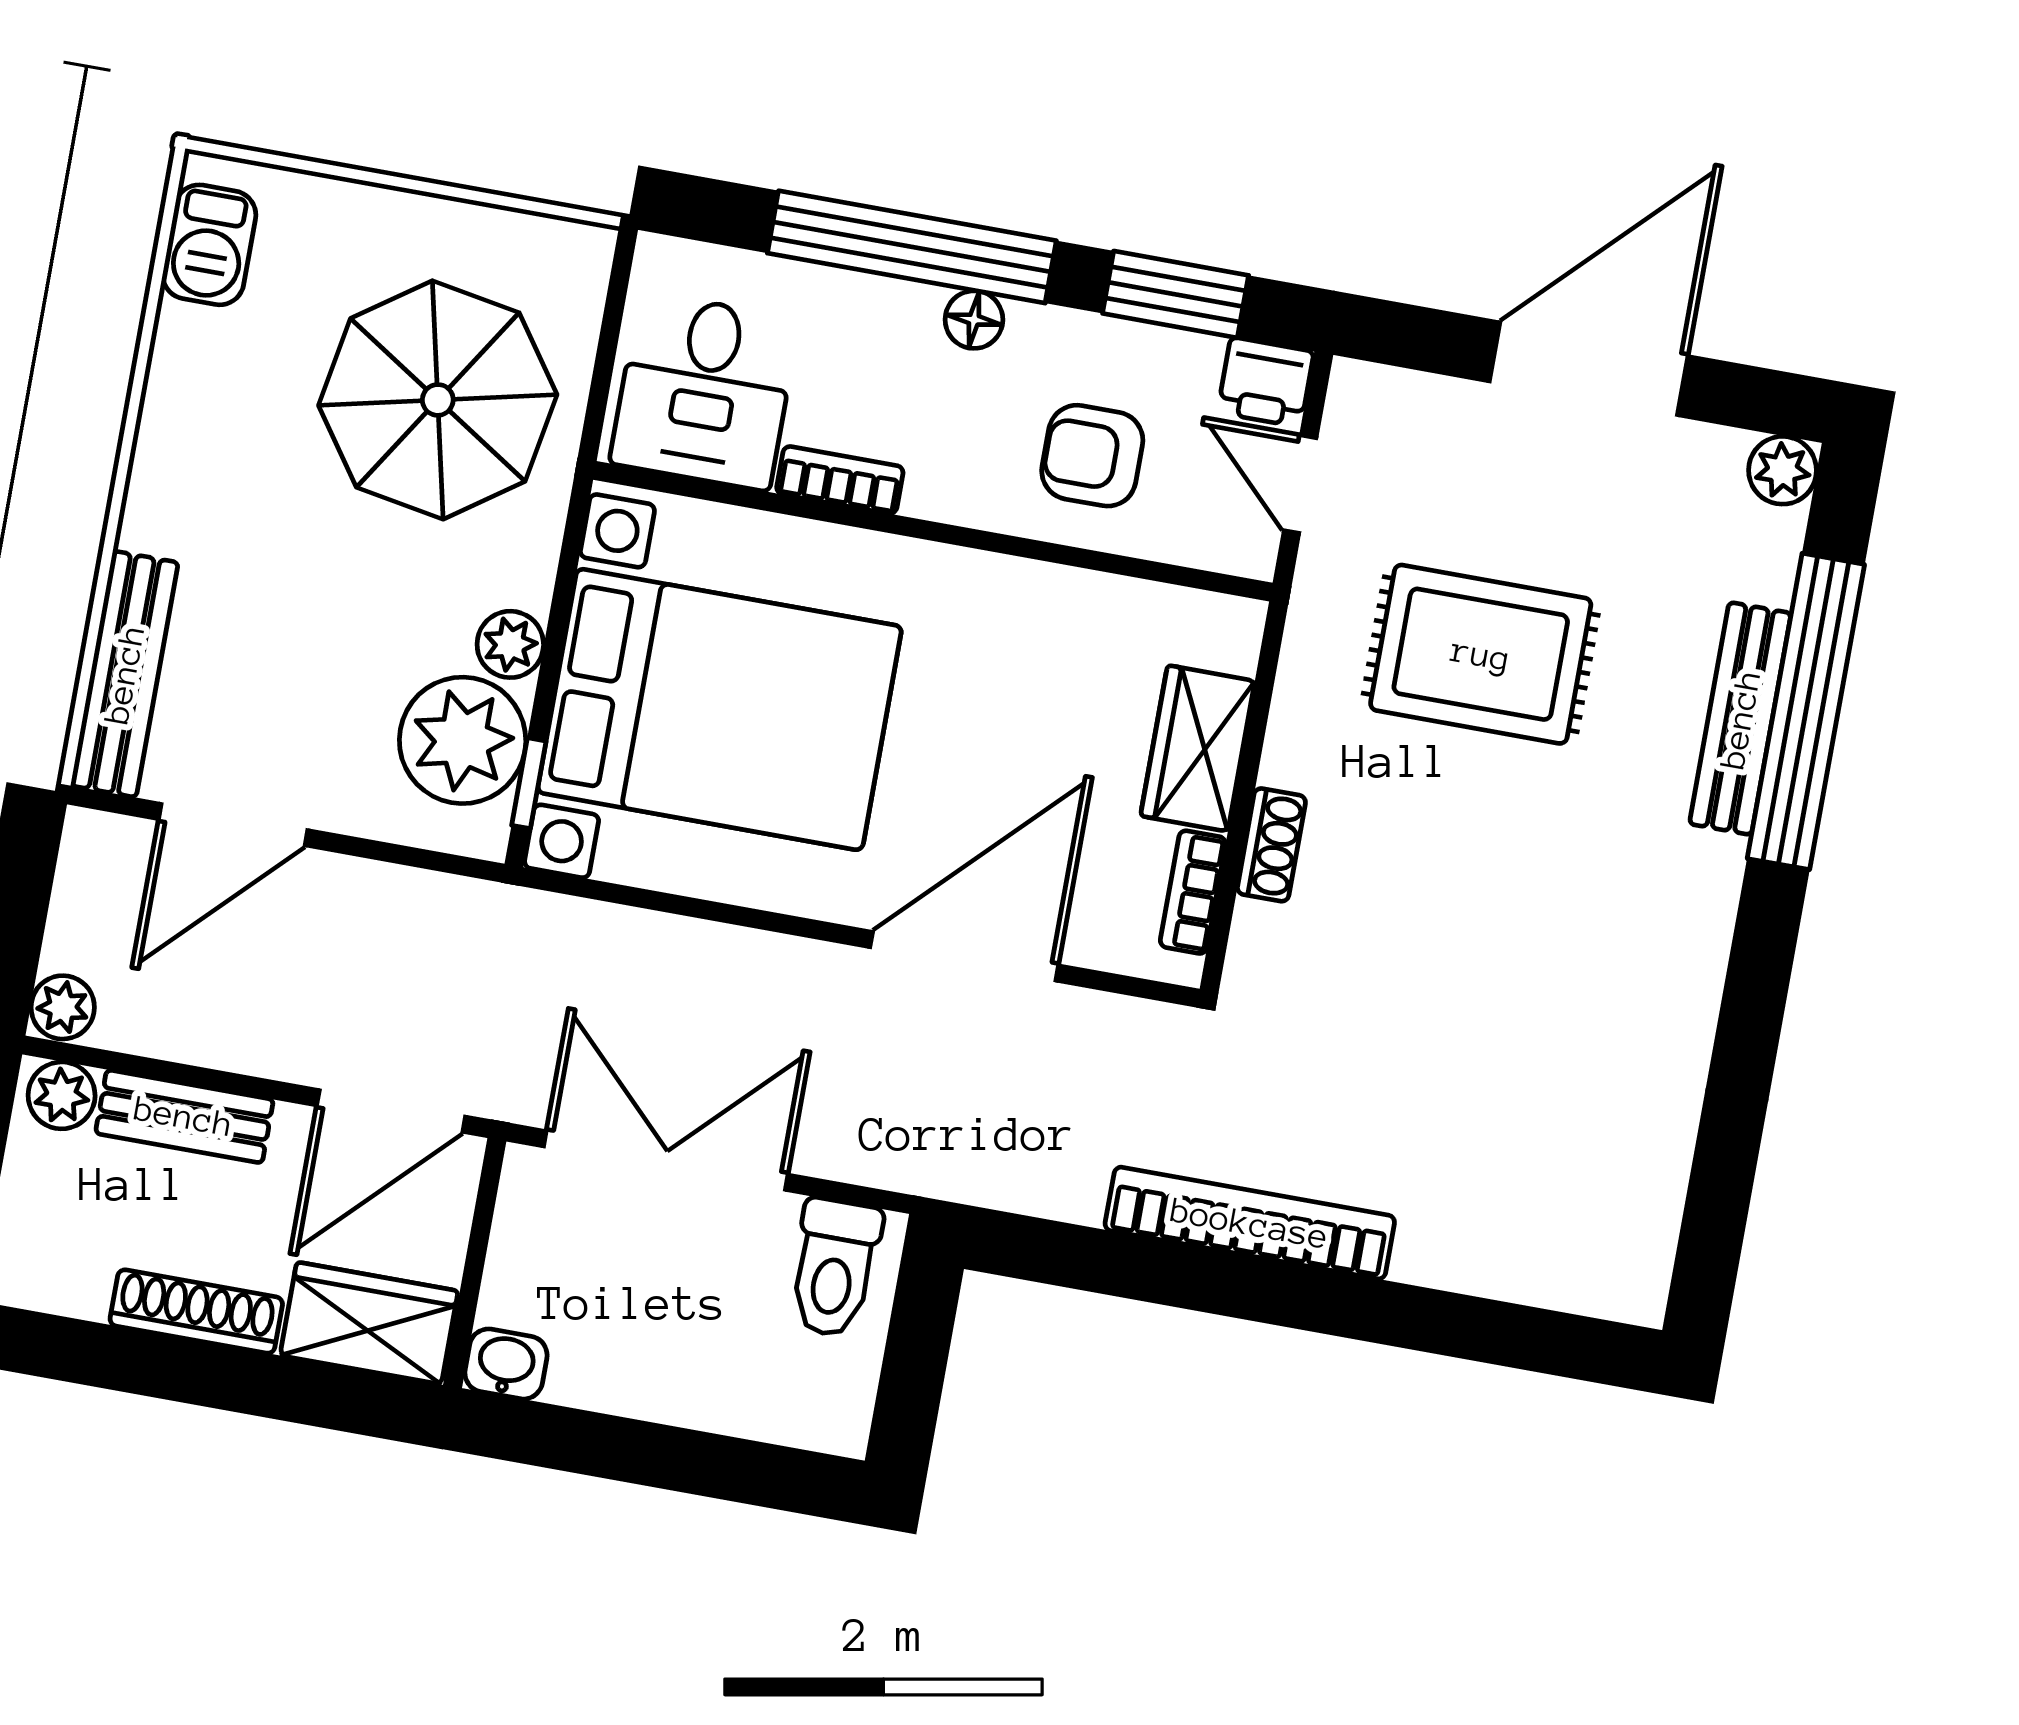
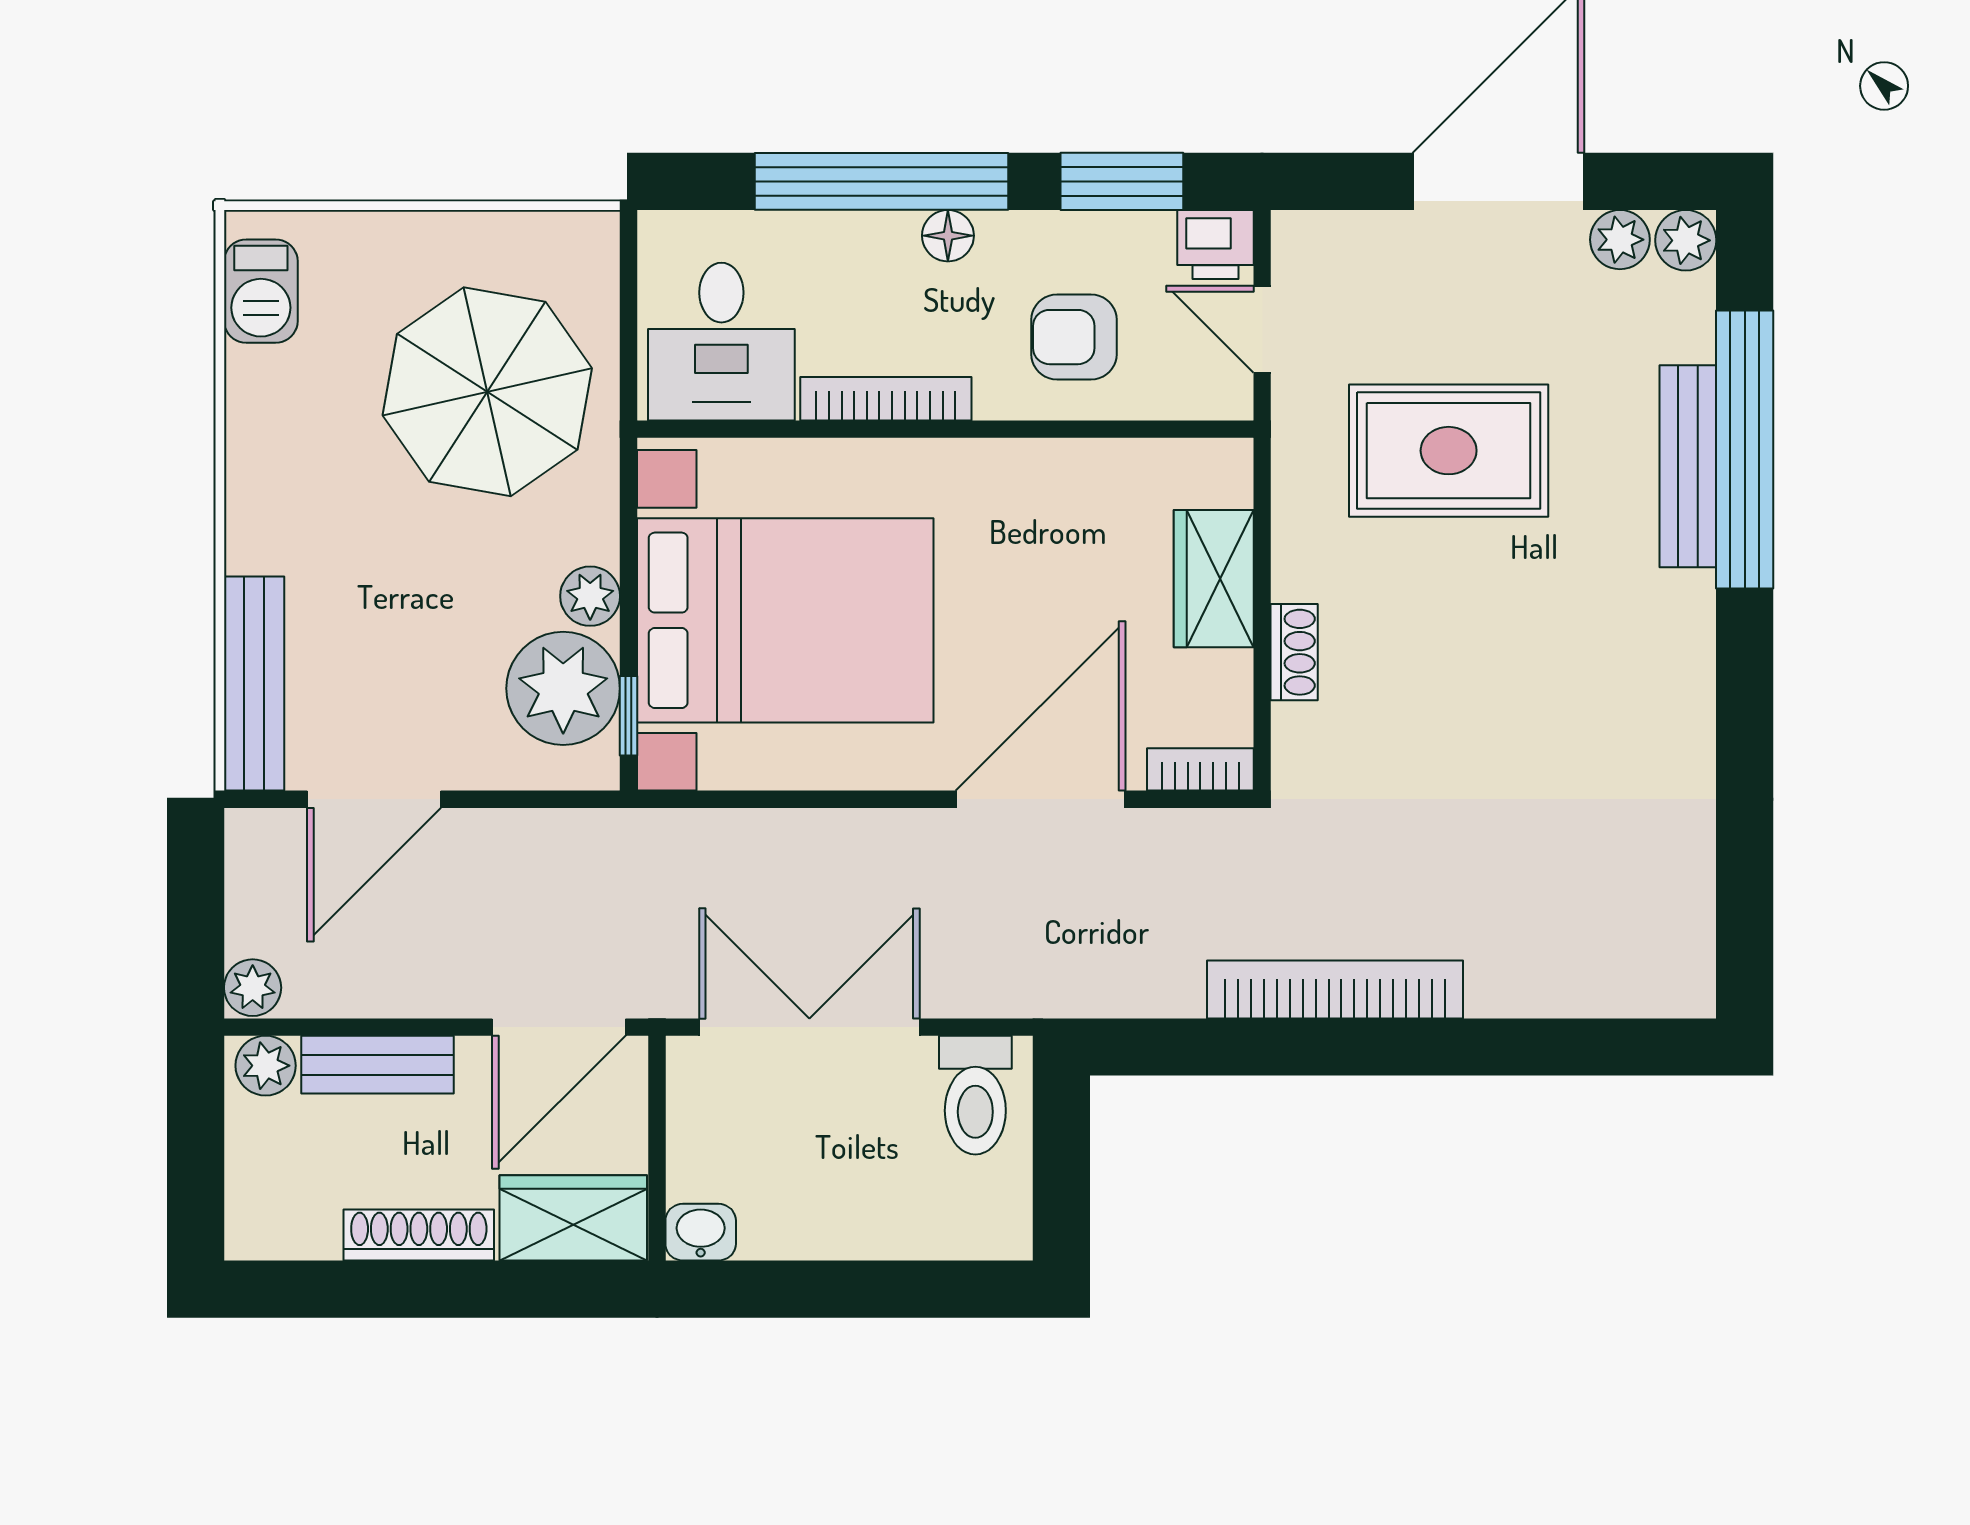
plant: (1710, 457) -> (1620, 240), added
bookcase: (840, 480) -> (886, 399), width x1.56
bookcase: (1193, 892) -> (1200, 769), moved, turned 90

